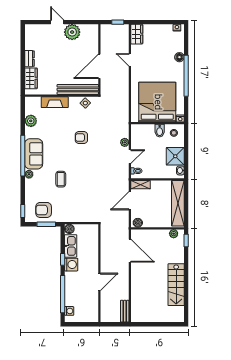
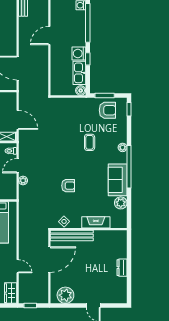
plant: (72, 32) -> (65, 295), moved
wardrobe: (31, 78) -> (121, 247), removed
sofa: (34, 154) -> (118, 180), moved
door: (130, 201) -> (18, 120), hinge flipped
boiler: (138, 223) -> (9, 97), removed

